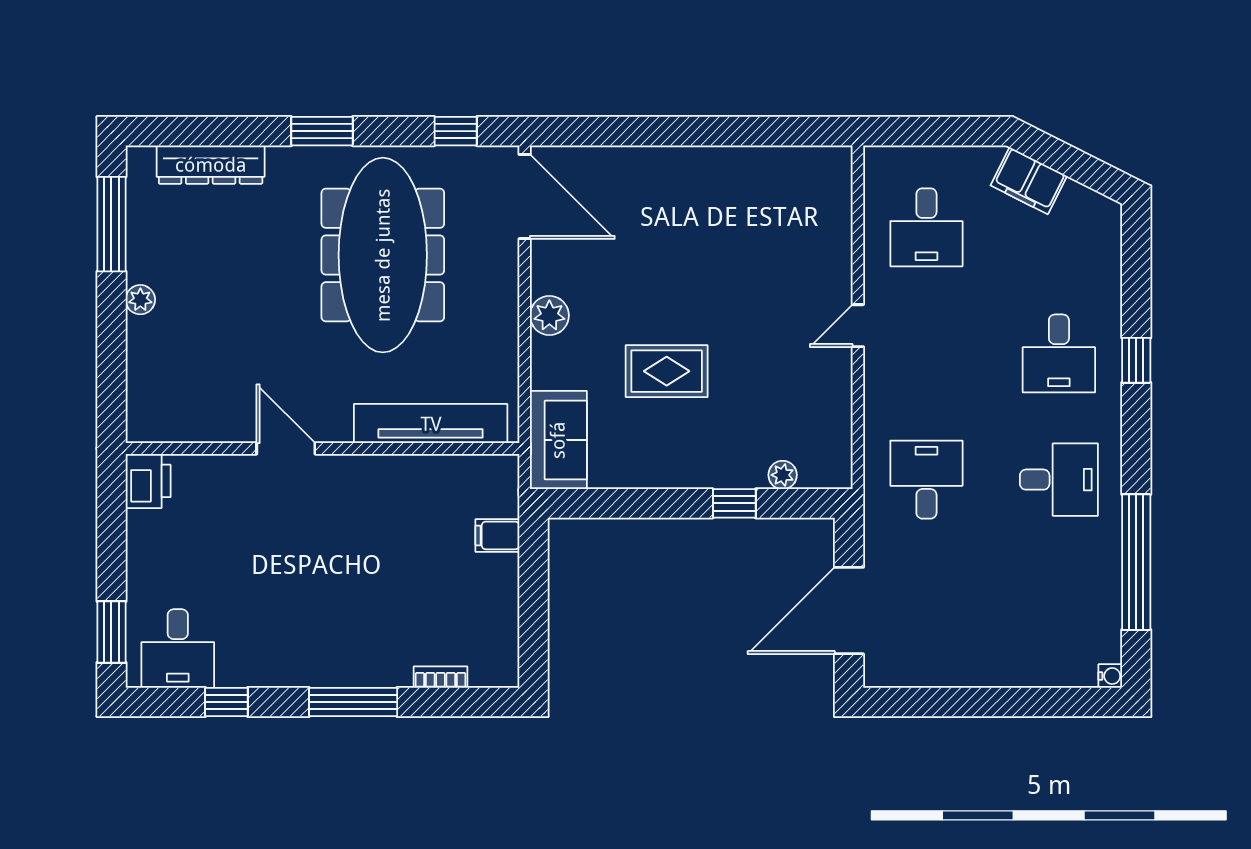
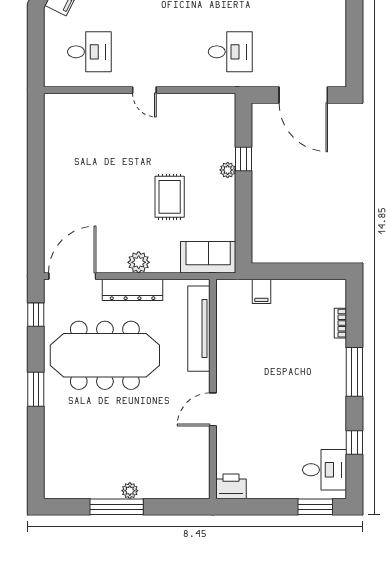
dresser: (211, 165) -> (133, 290), moved, turned 90
window: (111, 224) -> (117, 507), moved
plant: (783, 475) -> (228, 170), moved
desk: (926, 480) -> (230, 52), turned 180

